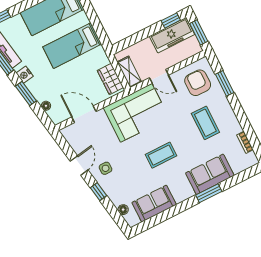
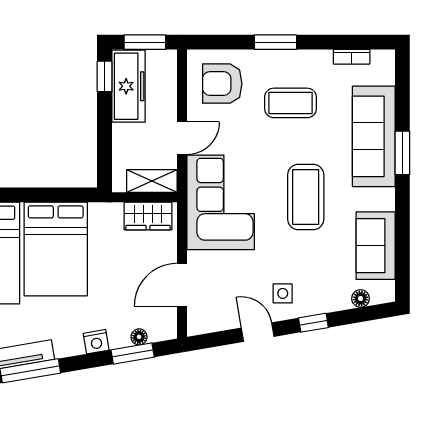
bed: (72, 46) -> (56, 249), width x1.50
nightstand: (25, 75) -> (96, 342), moved
window: (225, 83) -> (276, 42), moved
window: (26, 94) -> (133, 353), moved
coffee table: (161, 155) -> (306, 197), width x1.36, depth x1.32
sofa: (210, 174) -> (374, 136), width x1.36

